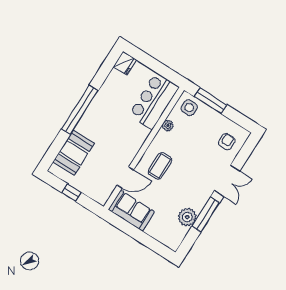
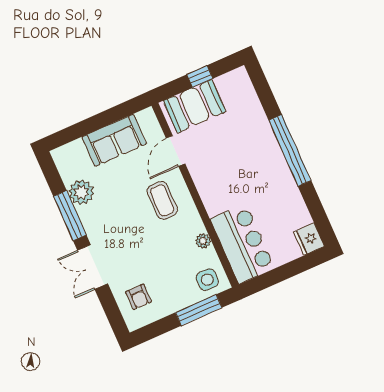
booth: (74, 153) -> (194, 106), moved, turned 90
sofa: (131, 211) -> (114, 140), moved

